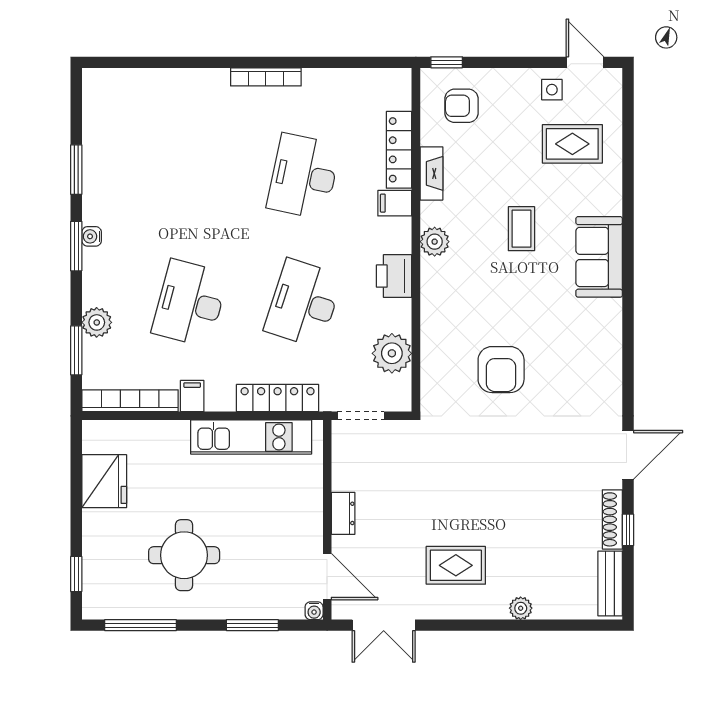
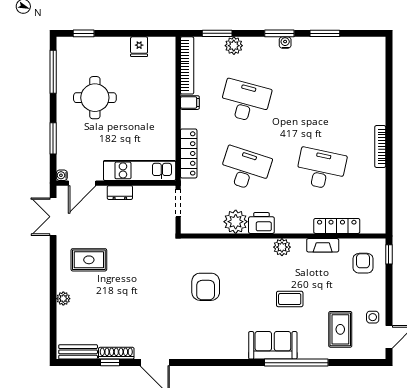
filing cabinet: (395, 203) -> (305, 223), removed
window: (628, 218) -> (296, 363), added
plant: (392, 353) -> (236, 222), moved
armchair: (501, 370) -> (206, 287), turned -90
kitchen unit: (251, 437) -> (140, 170), moved, turned 90
fridge: (104, 481) -> (139, 47), width x0.53, depth x0.75
rug: (456, 565) -> (89, 260), turned 90

